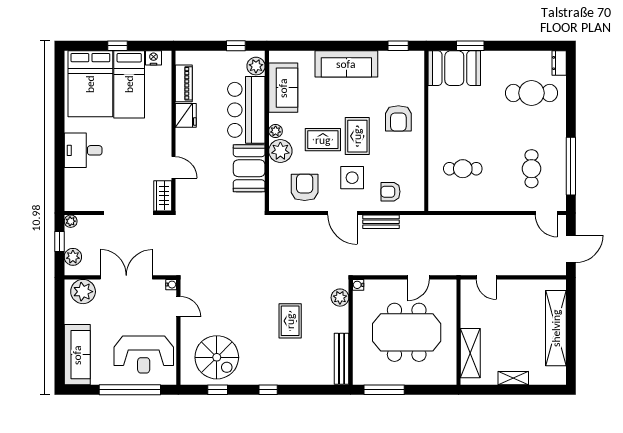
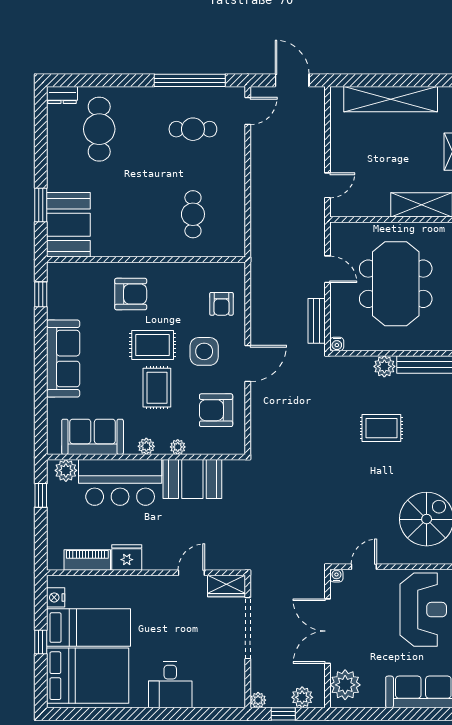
plant: (280, 151) -> (178, 447), width x0.53, depth x0.53
bench: (381, 222) -> (317, 321), moved
plant: (340, 298) -> (384, 366), moved

